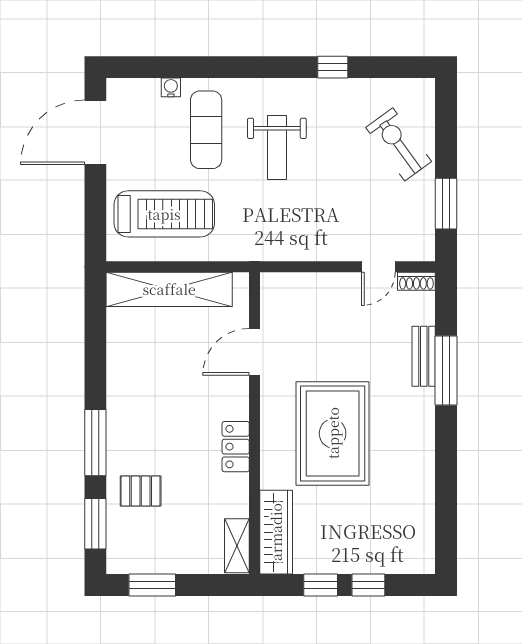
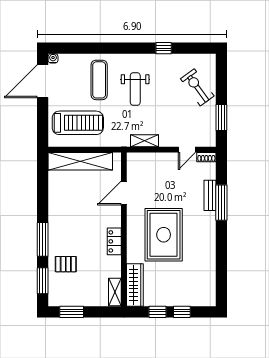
water cooler: (171, 87) -> (53, 58), moved
shelving: (295, 249) -> (145, 141), added

